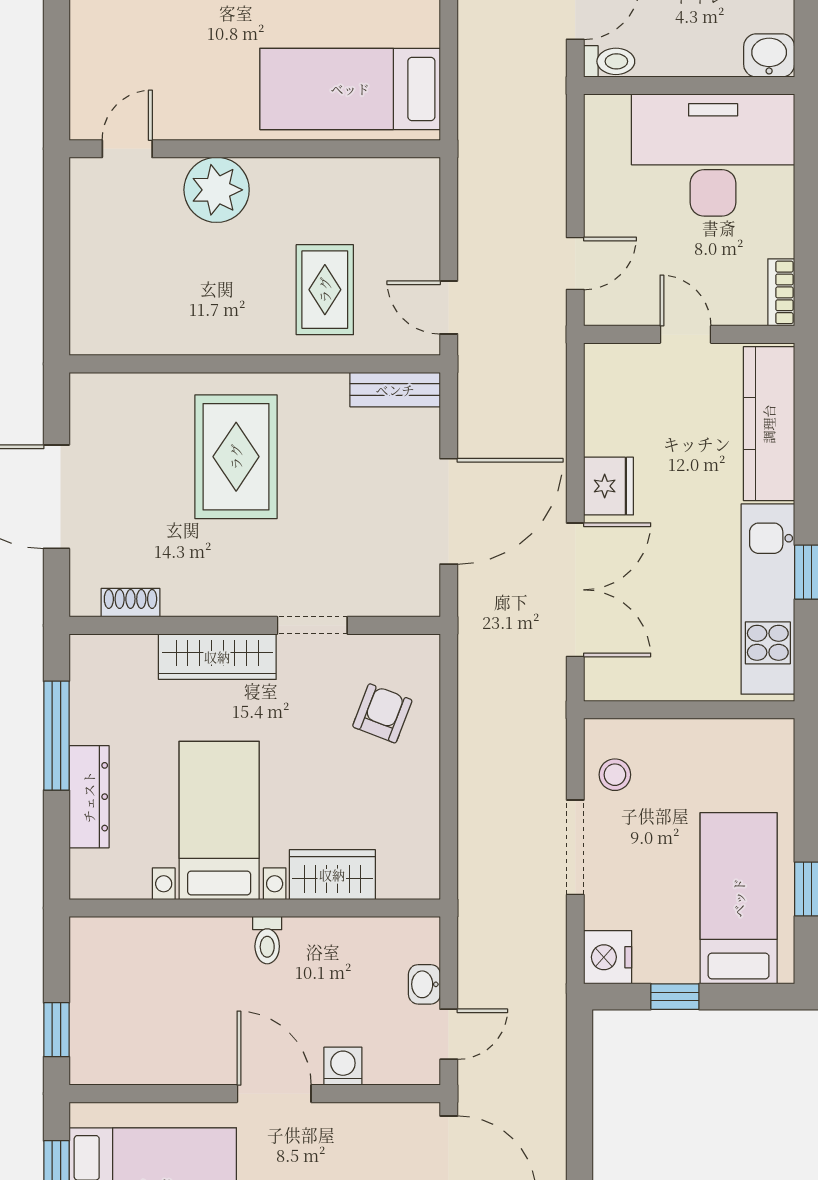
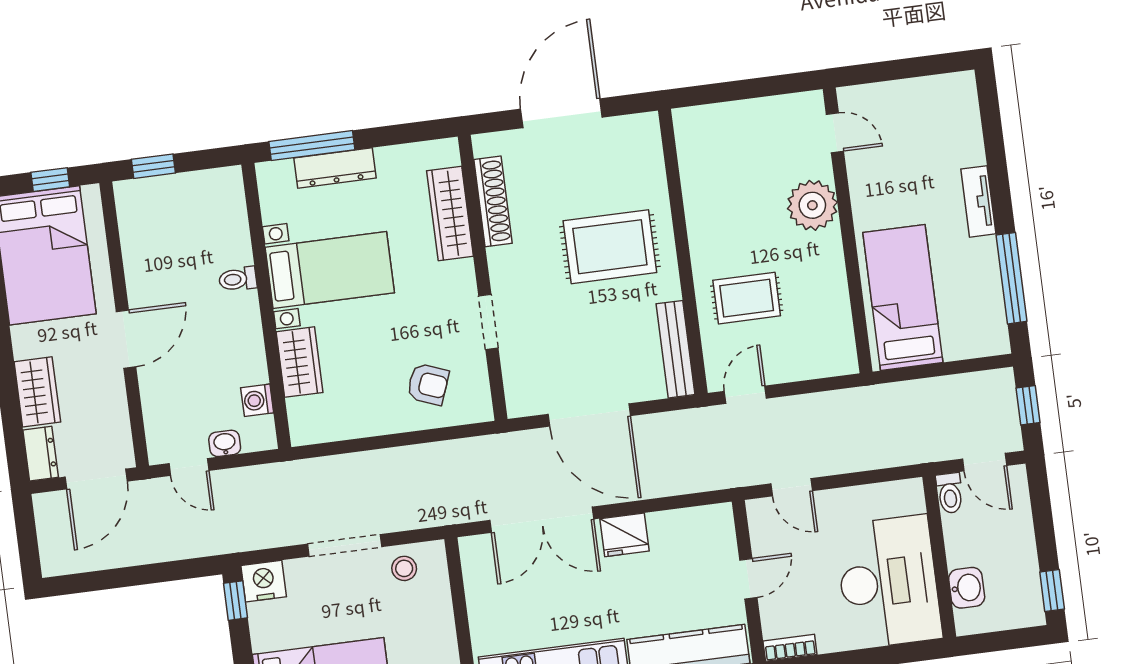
washbasin: (769, 55) -> (967, 588), moved
bench: (395, 390) -> (676, 349), width x1.36
shoe rack: (130, 603) -> (493, 201), width x1.94, depth x1.24
wardrobe: (217, 657) -> (450, 214), moved
window: (56, 736) -> (312, 146), moved
toilet: (267, 940) -> (238, 279), moved
window: (675, 997) -> (236, 601), moved
washing machine: (343, 1066) -> (257, 400), moved, turned 180

